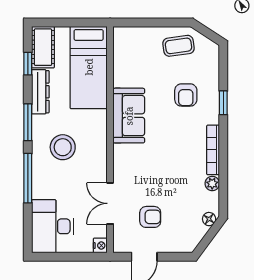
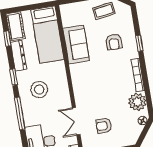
sofa: (129, 116) -> (76, 45), moved
window: (28, 122) -> (14, 77), width x0.67
plant: (212, 184) -> (137, 102), width x1.88, depth x1.88
armchair: (150, 217) -> (104, 126), turned 180

